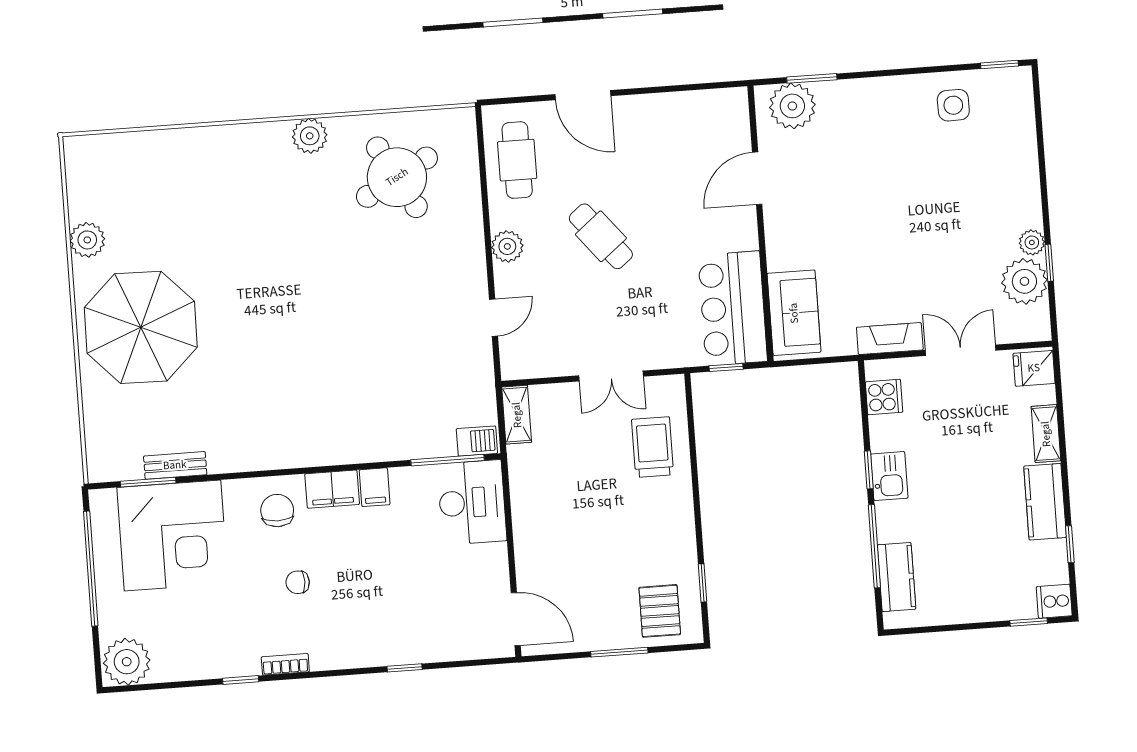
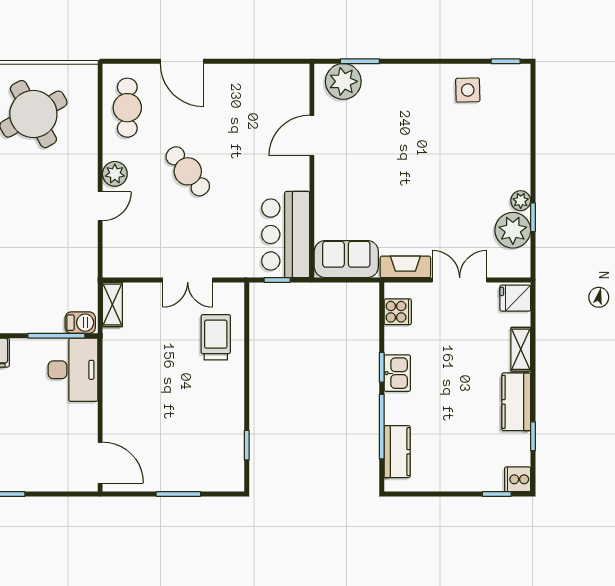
sofa: (794, 313) -> (346, 259), moved, turned -90
door: (494, 318) -> (100, 206), moved
pallet: (660, 611) -> (212, 464), removed

